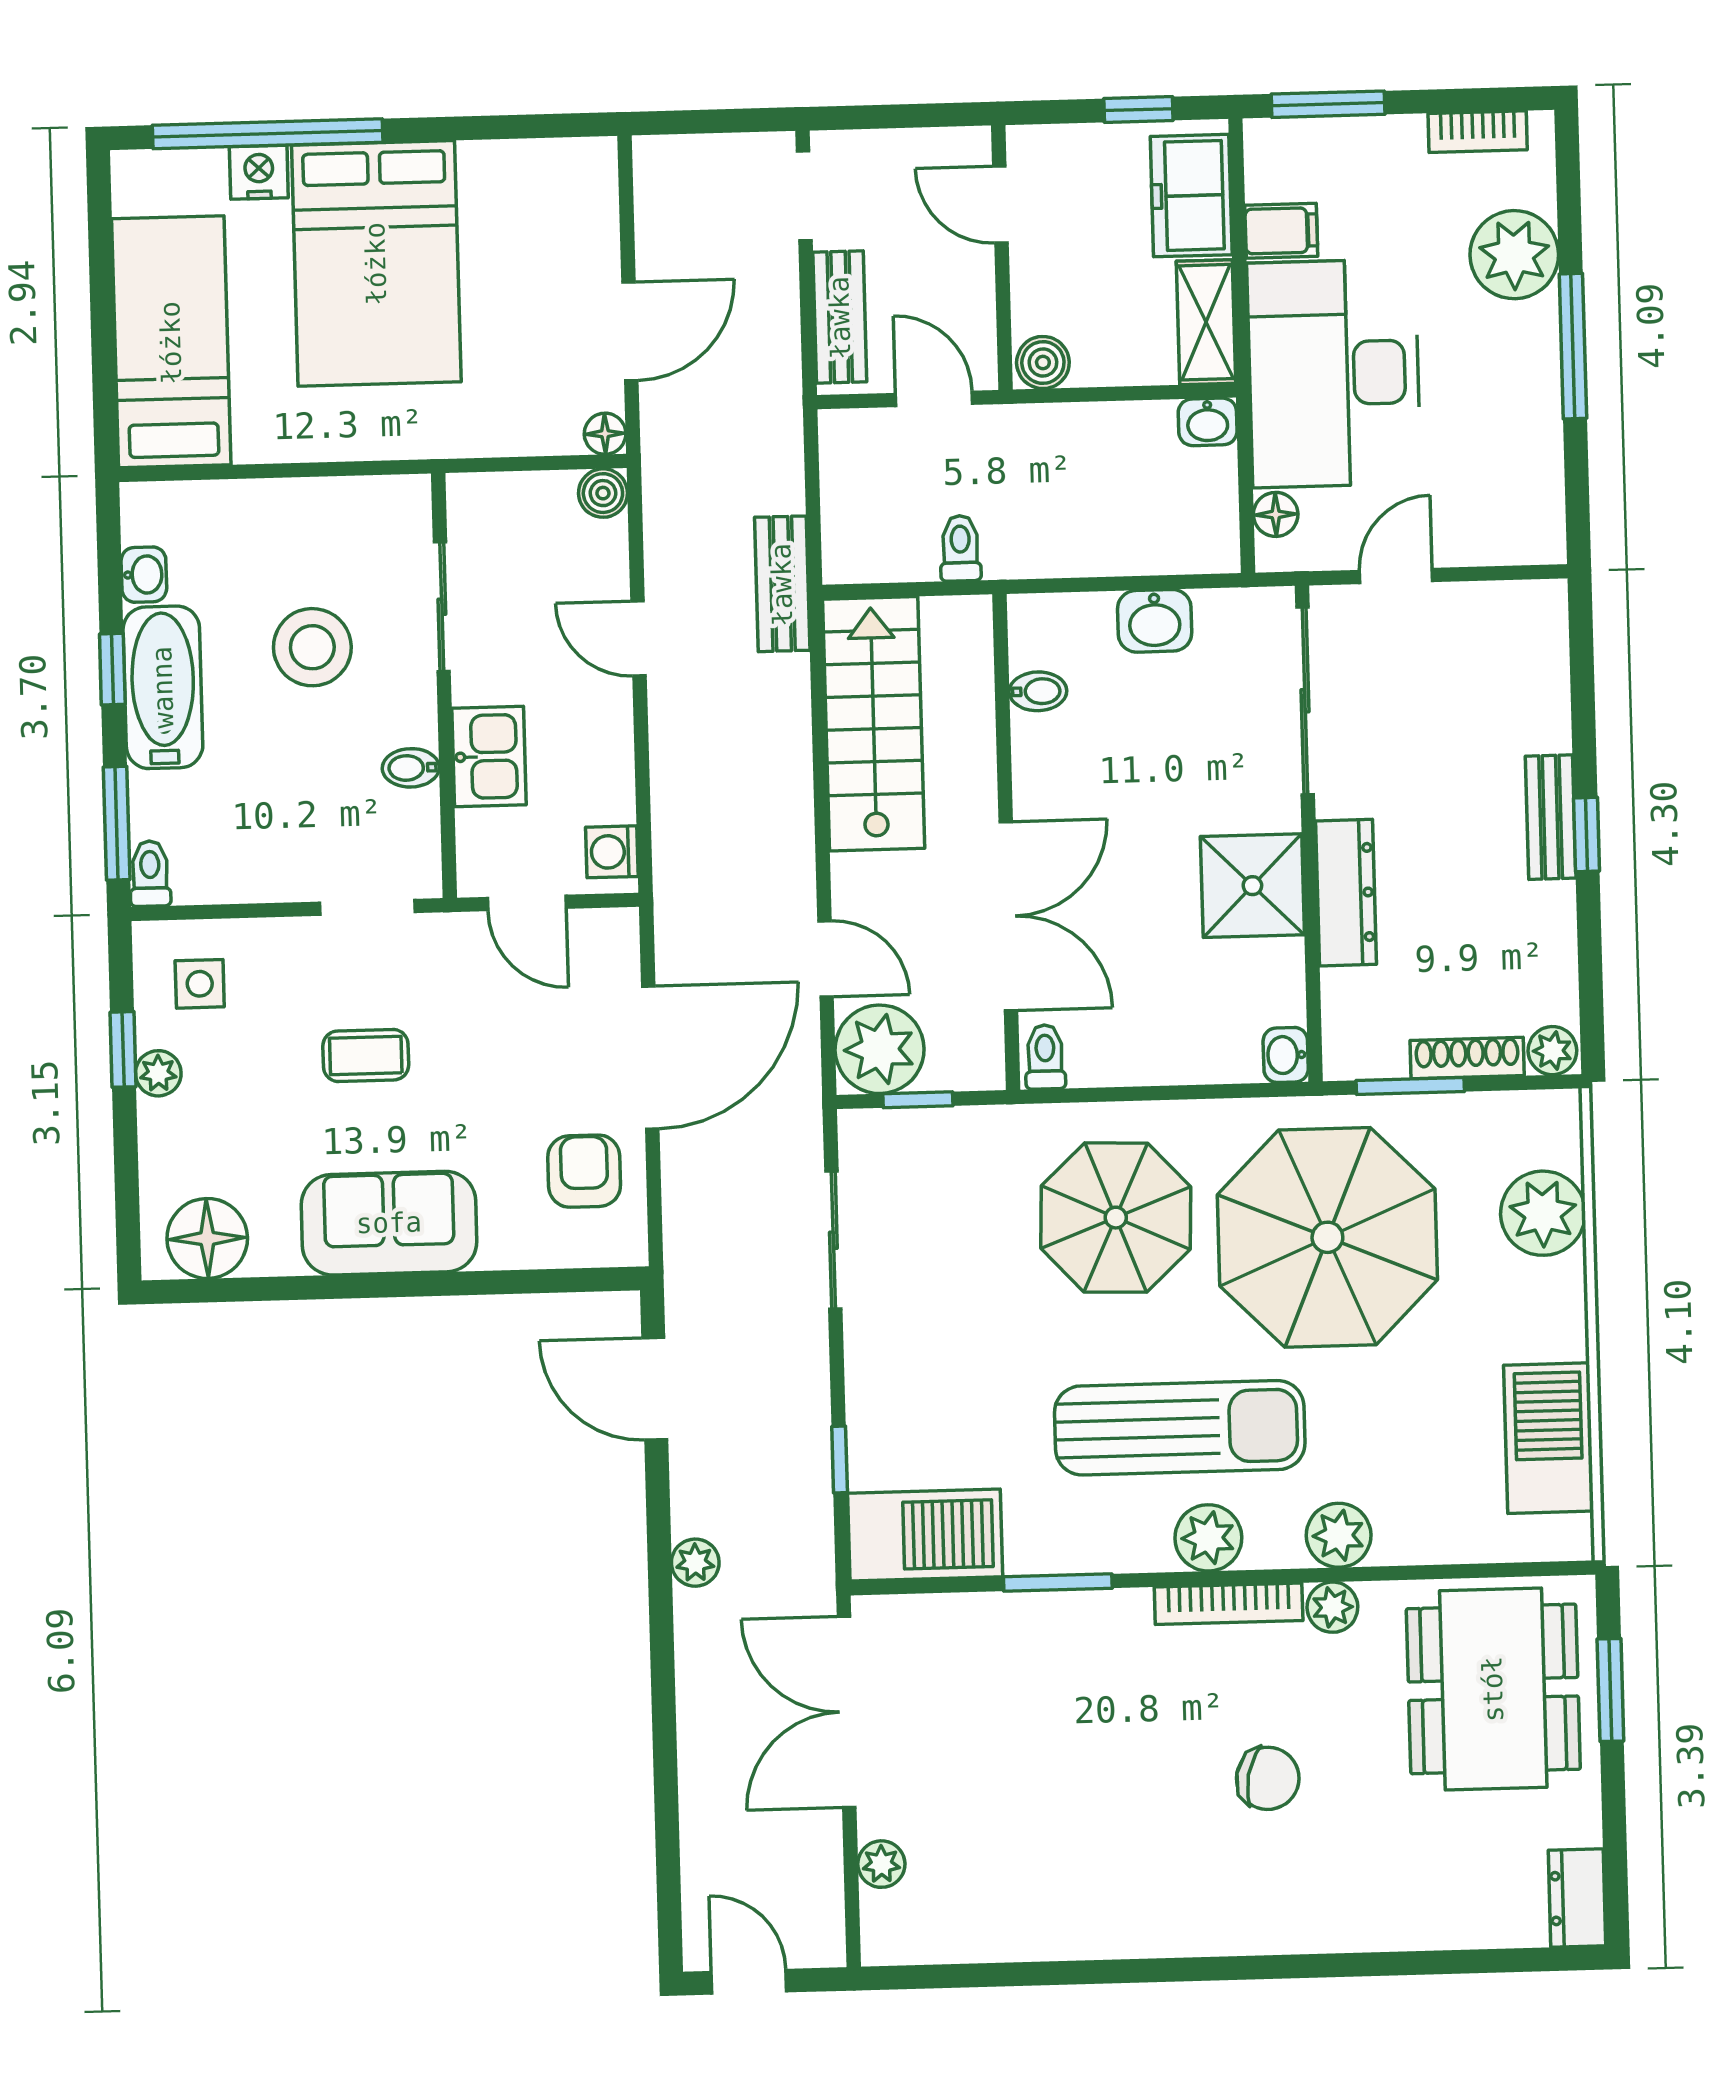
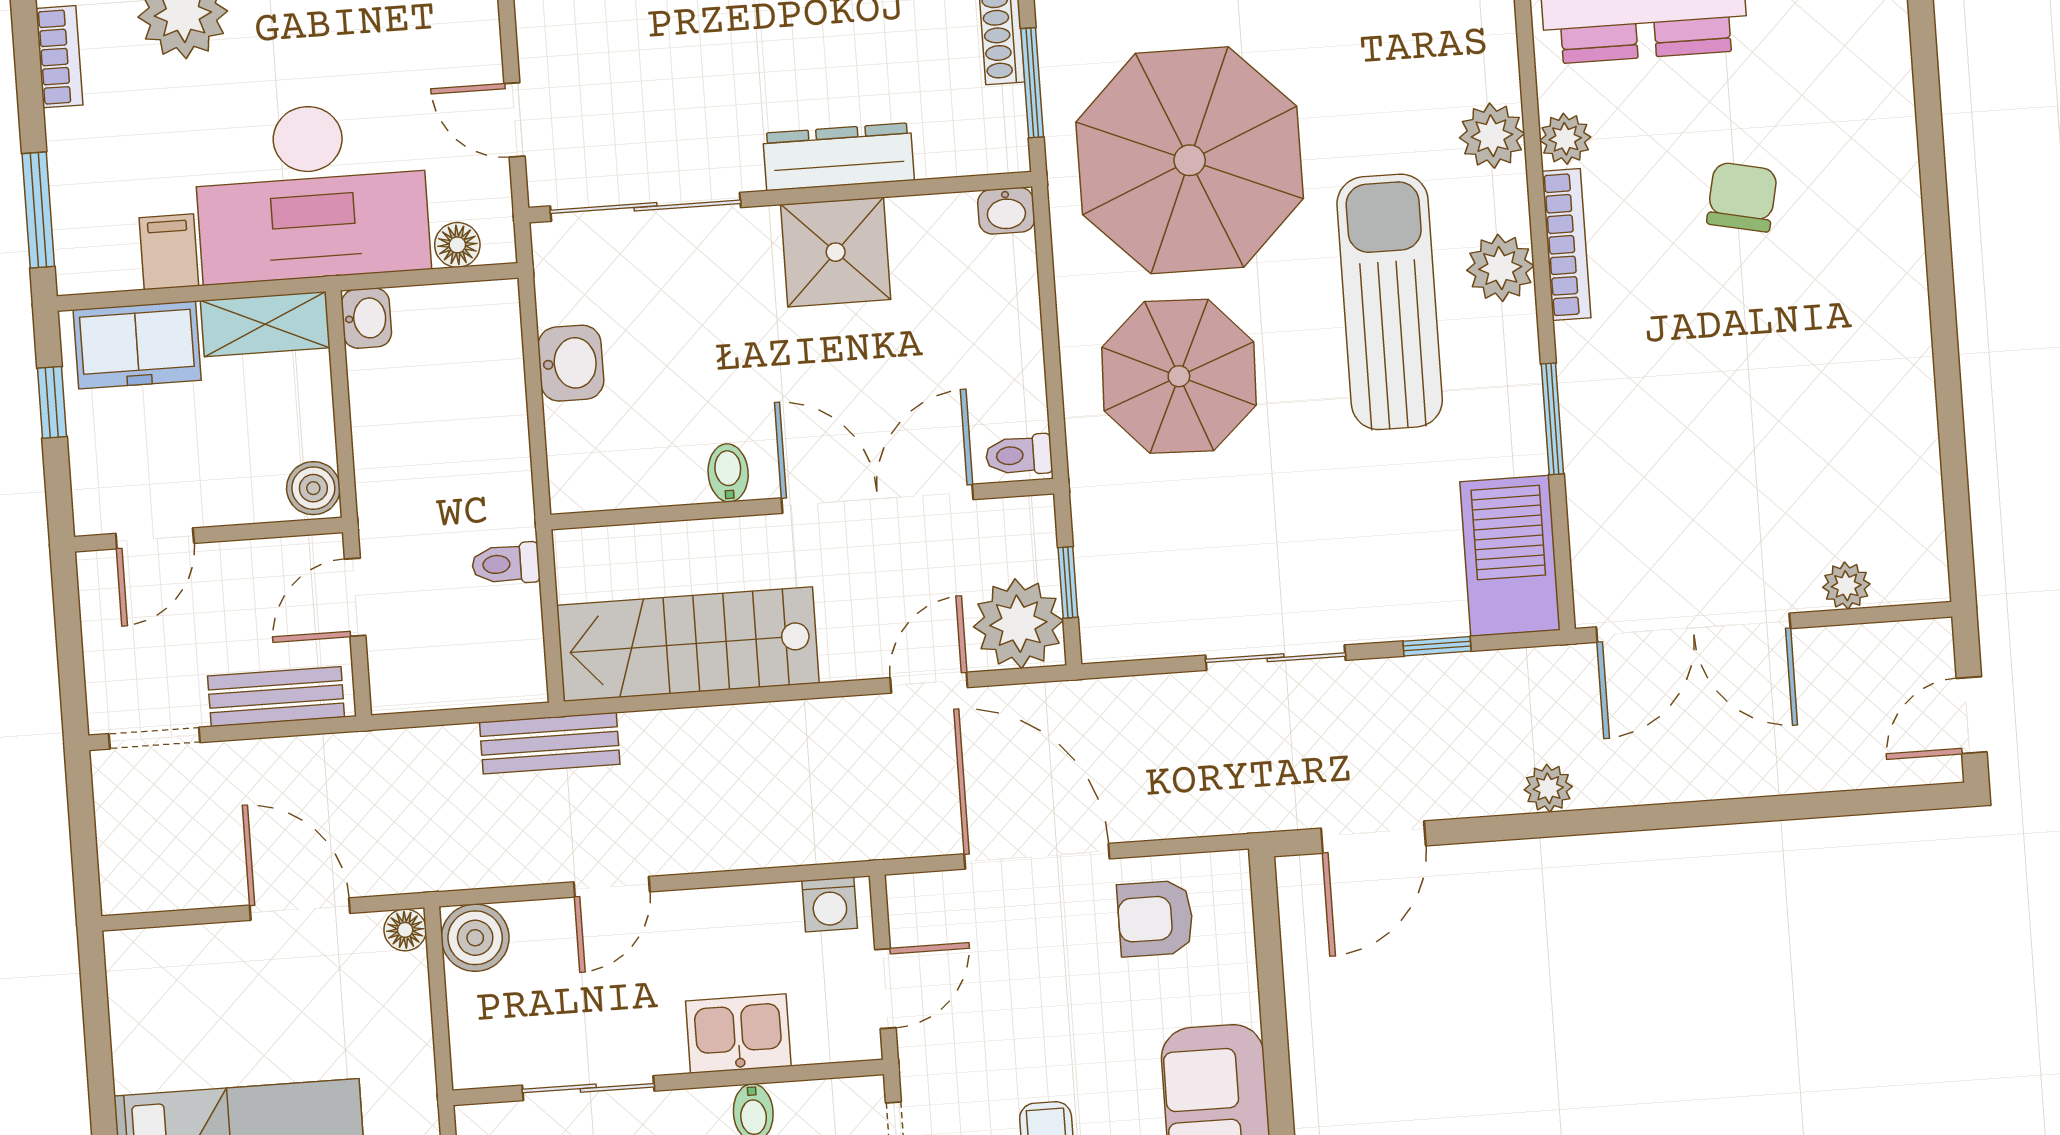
boiler: (603, 493) -> (475, 938), width x1.36, depth x1.36
bidet: (1038, 691) -> (728, 473), moved
sliding door: (833, 1240) -> (1275, 658), moved

